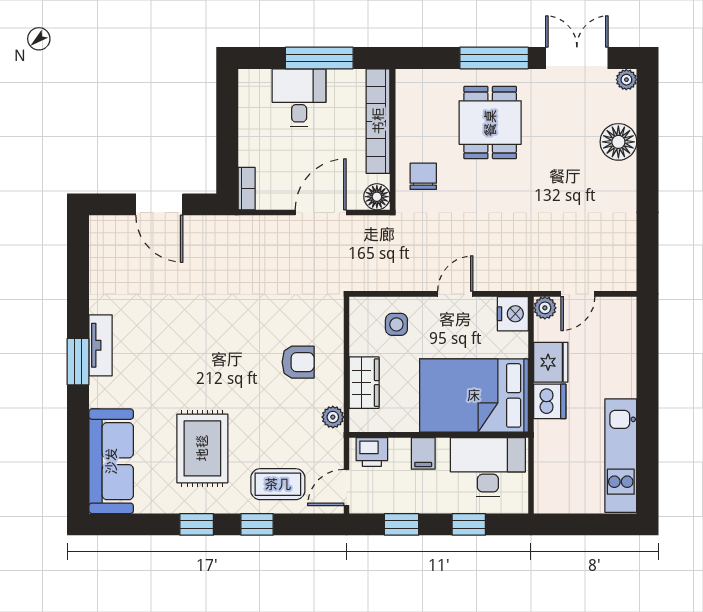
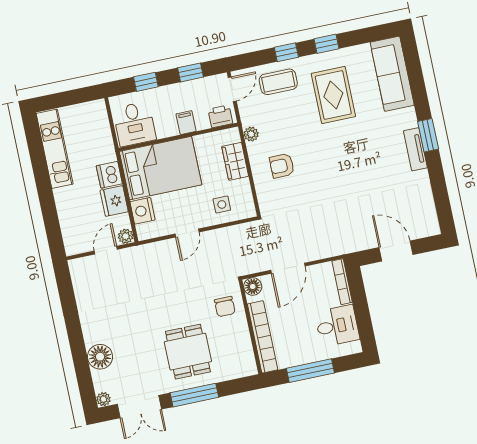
desk: (299, 98) -> (337, 326), moved, turned -90
bookcase: (247, 189) -> (342, 282), width x1.56
nightstand: (513, 314) -> (143, 211), moved
desk: (488, 467) -> (134, 124), width x0.73

